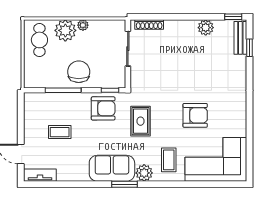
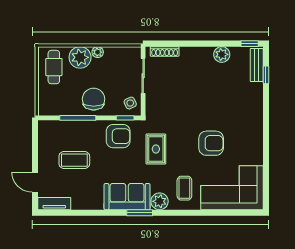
side table: (115, 76) -> (130, 103), added
coffee table: (60, 132) -> (74, 160), width x1.36, depth x1.30

